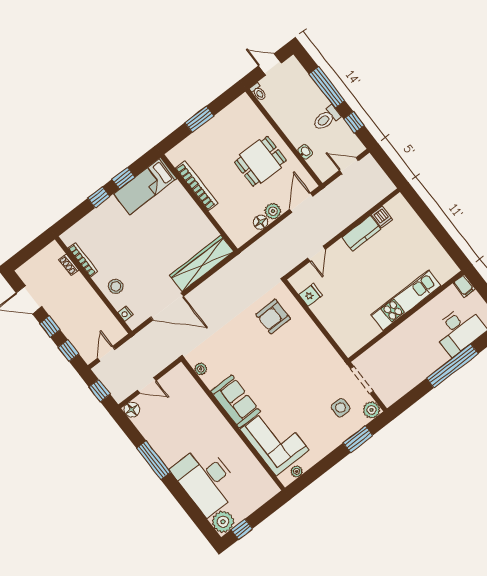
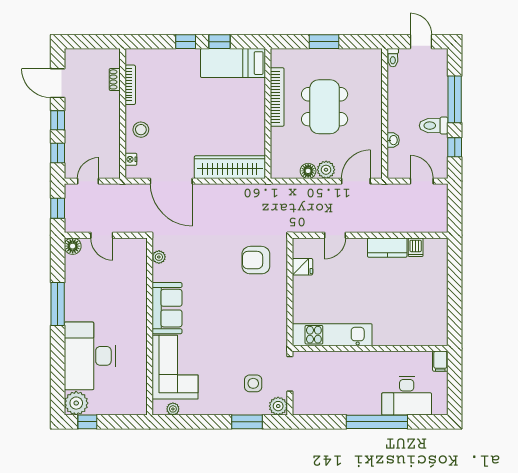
dining table: (260, 161) -> (325, 107), moved, width x1.38
kitchen unit: (406, 300) -> (332, 335), moved

